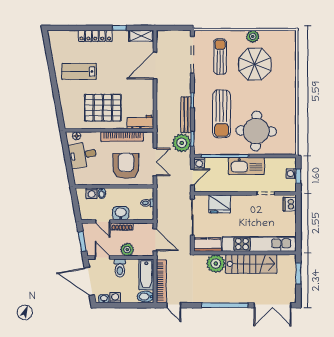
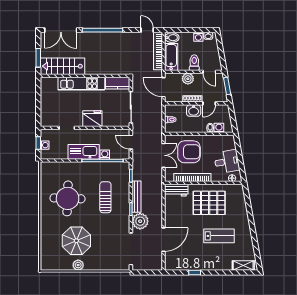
locker: (95, 36) -> (216, 265), removed
shelving: (141, 36) -> (243, 266), moved
sun lounger: (220, 57) -> (107, 247), removed
lab bench: (79, 71) -> (219, 236), moved
sun lounger: (222, 114) -> (105, 197), width x0.73, depth x0.75
round table: (256, 131) -> (68, 198), moved
plant: (182, 143) -> (140, 221), moved
double door: (155, 162) -> (164, 155), swing flipped
washing machine: (199, 163) -> (105, 155), moved
armchair: (126, 166) -> (189, 152), turned -90
door: (192, 177) -> (131, 142), hinge flipped
fridge: (220, 204) -> (92, 119), moved
dishwasher: (290, 204) -> (46, 118), removed
door: (103, 221) -> (209, 103), swing flipped
kitchen unit: (259, 244) -> (81, 84), width x0.73
plant: (216, 263) -> (110, 67), removed
stairs: (251, 264) -> (62, 66), moved
door: (89, 281) -> (221, 51), removed
double door: (273, 305) -> (61, 30), swing flipped

